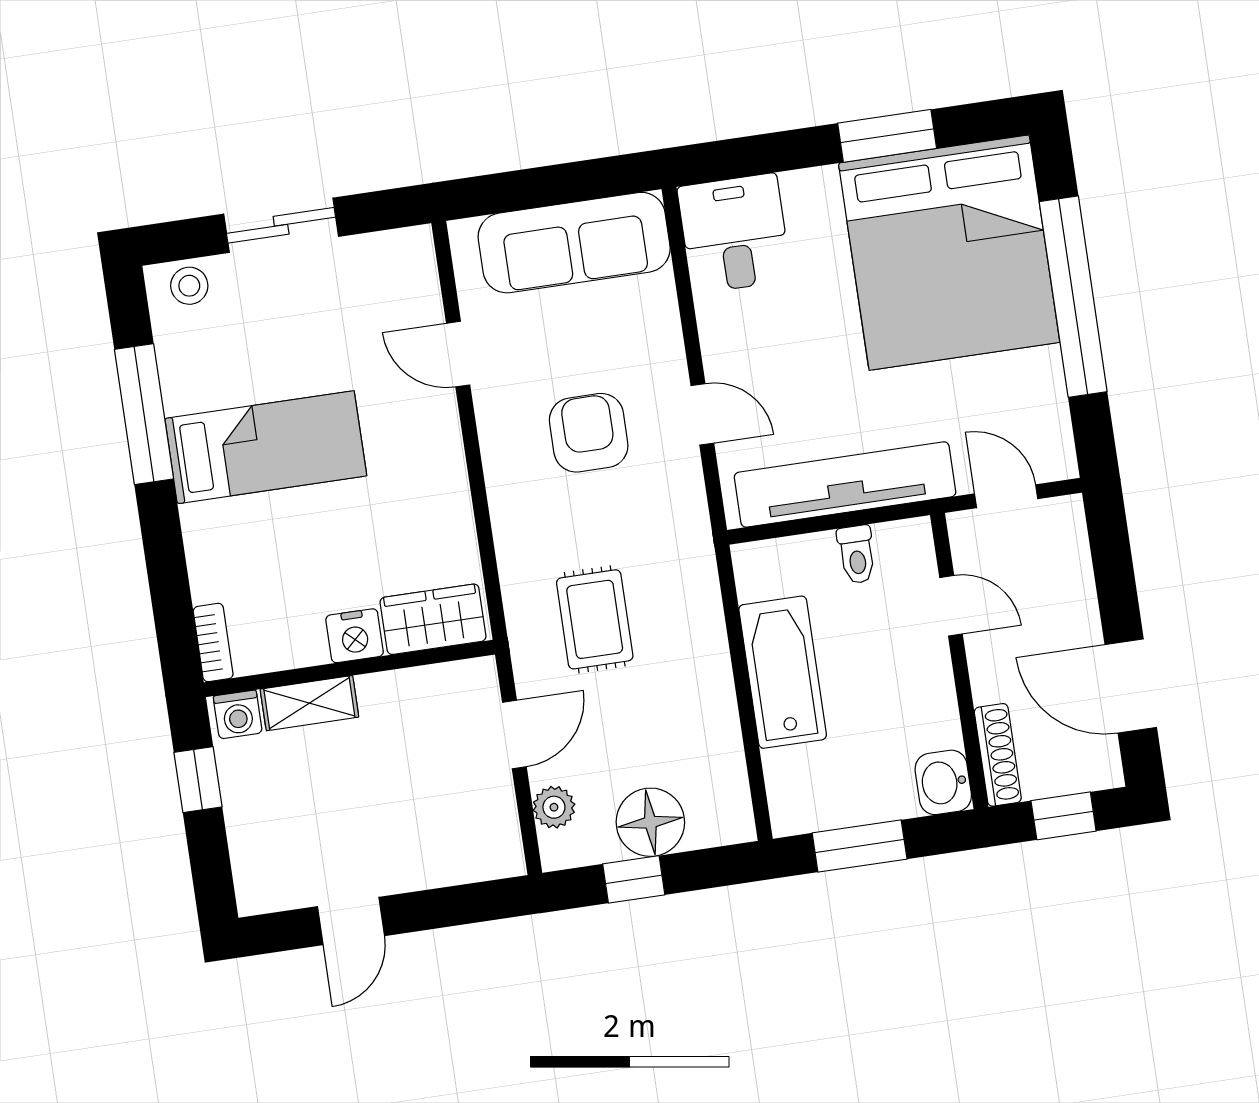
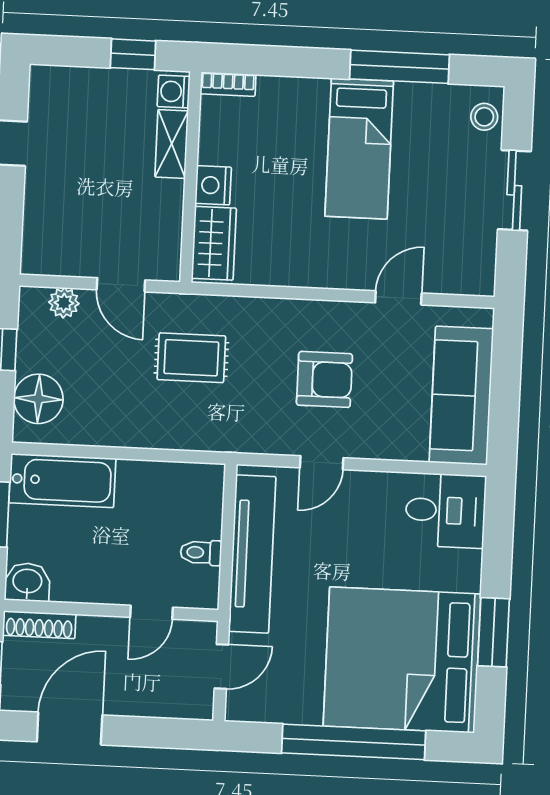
bathtub: (783, 672) -> (62, 481), moved
floor lamp: (650, 822) -> (38, 399), moved

